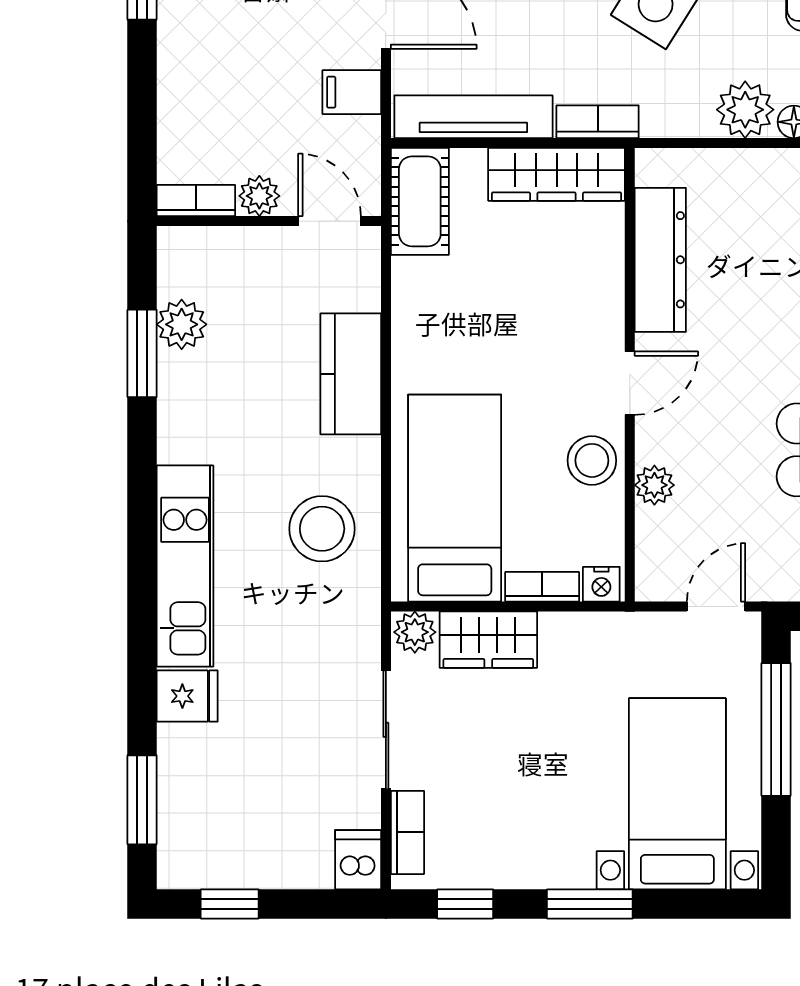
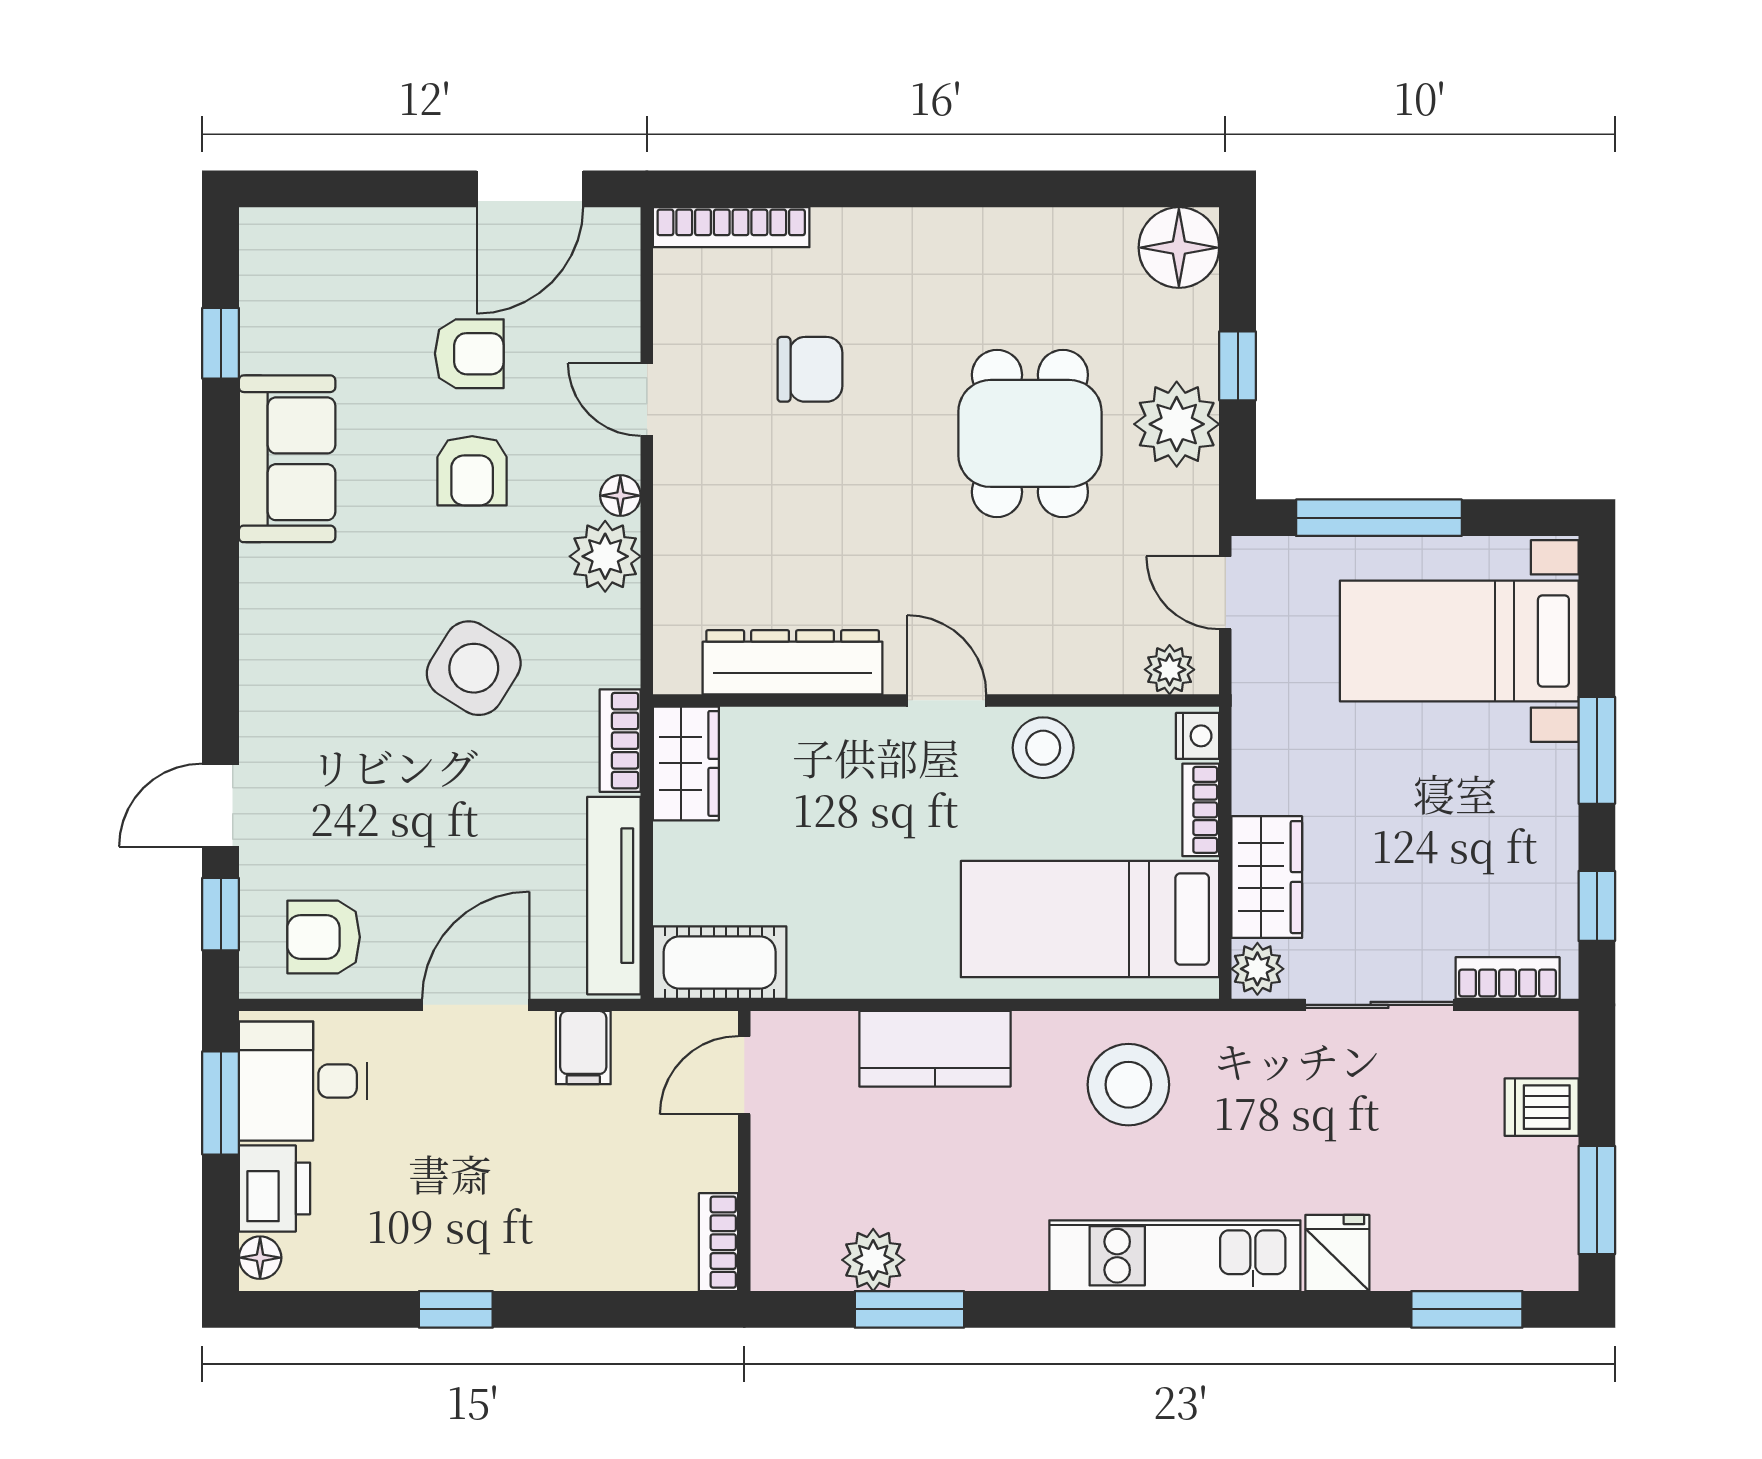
wardrobe: (557, 174) -> (686, 763), width x0.67
plant: (259, 196) -> (713, 1163), removed
plant: (654, 485) -> (1170, 670), moved
dishwasher: (358, 860) -> (1542, 1107), moved
window: (230, 904) -> (1597, 1200), width x1.50

